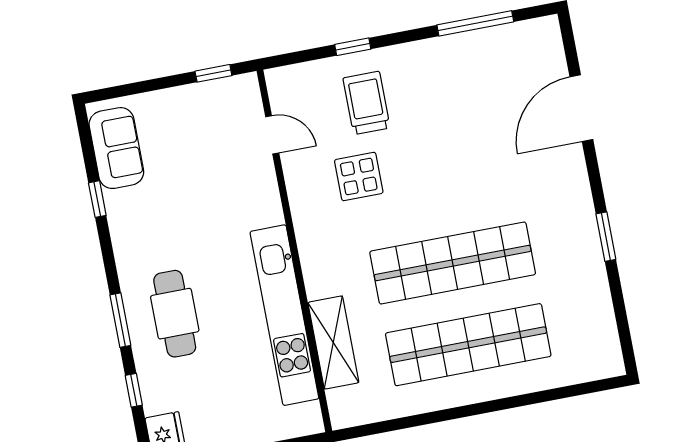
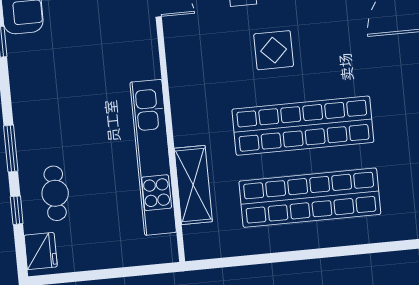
display table: (359, 176) -> (274, 50), moved
cafe table: (175, 314) -> (55, 193), moved, width x0.73, depth x0.74

